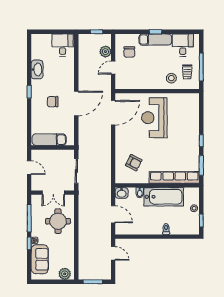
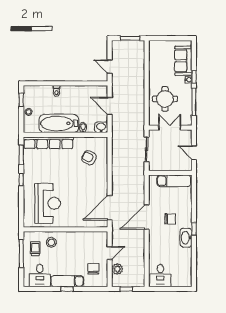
washbasin: (37, 69) -> (186, 238), moved
reception desk: (154, 118) -> (48, 203), moved
plant: (65, 274) -> (158, 46), removed

